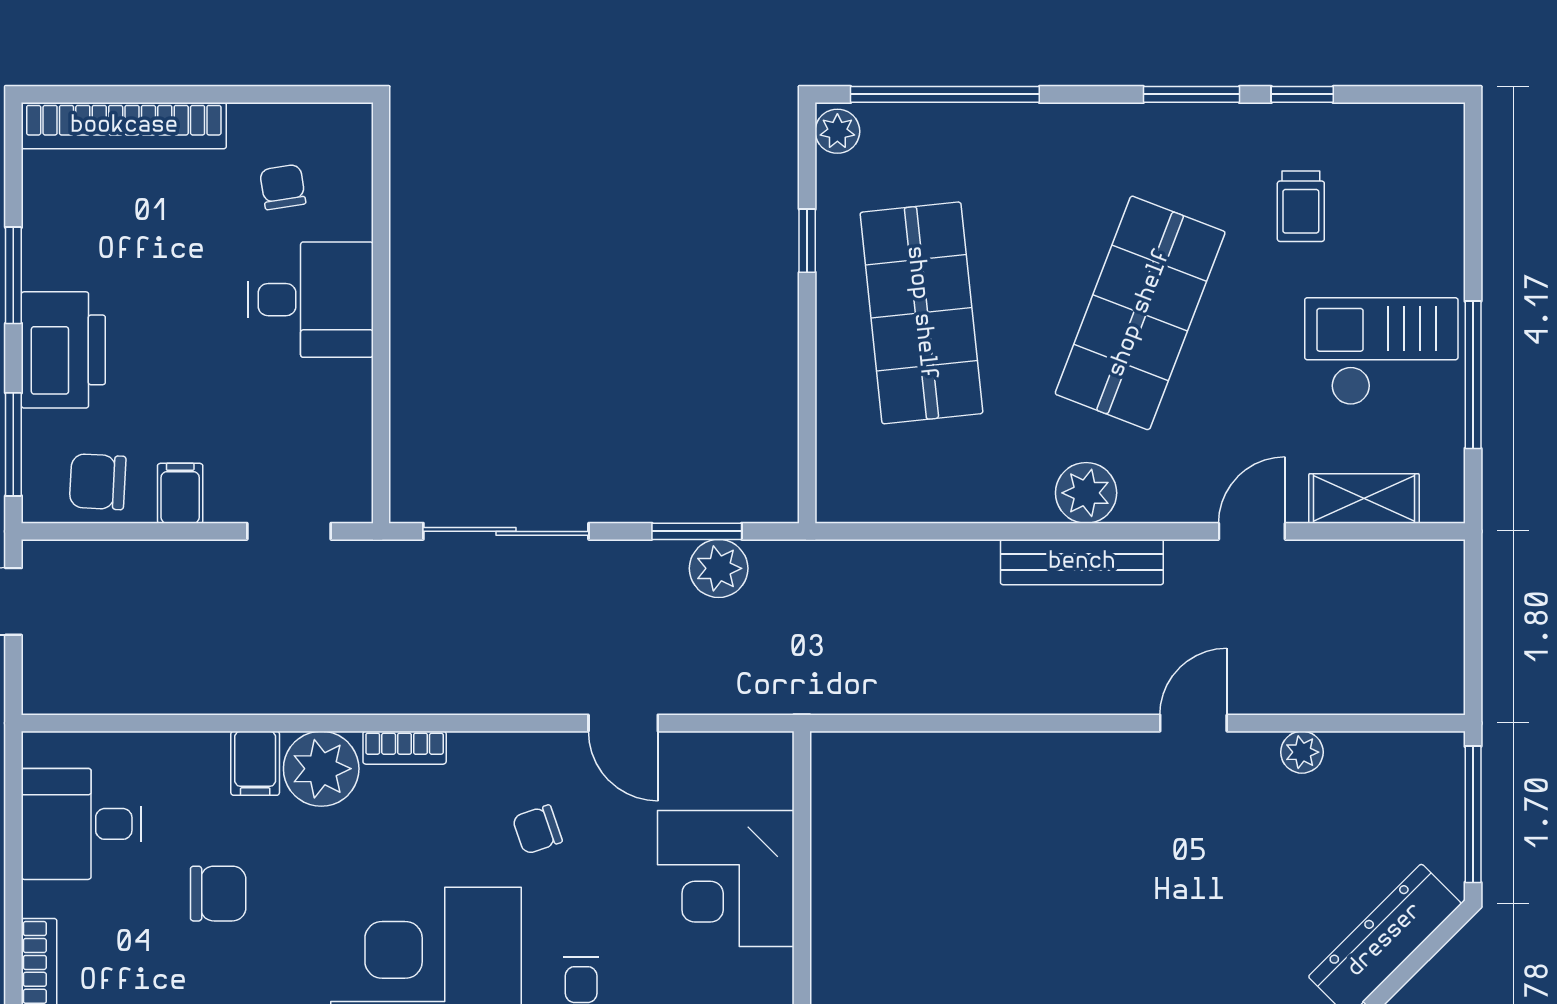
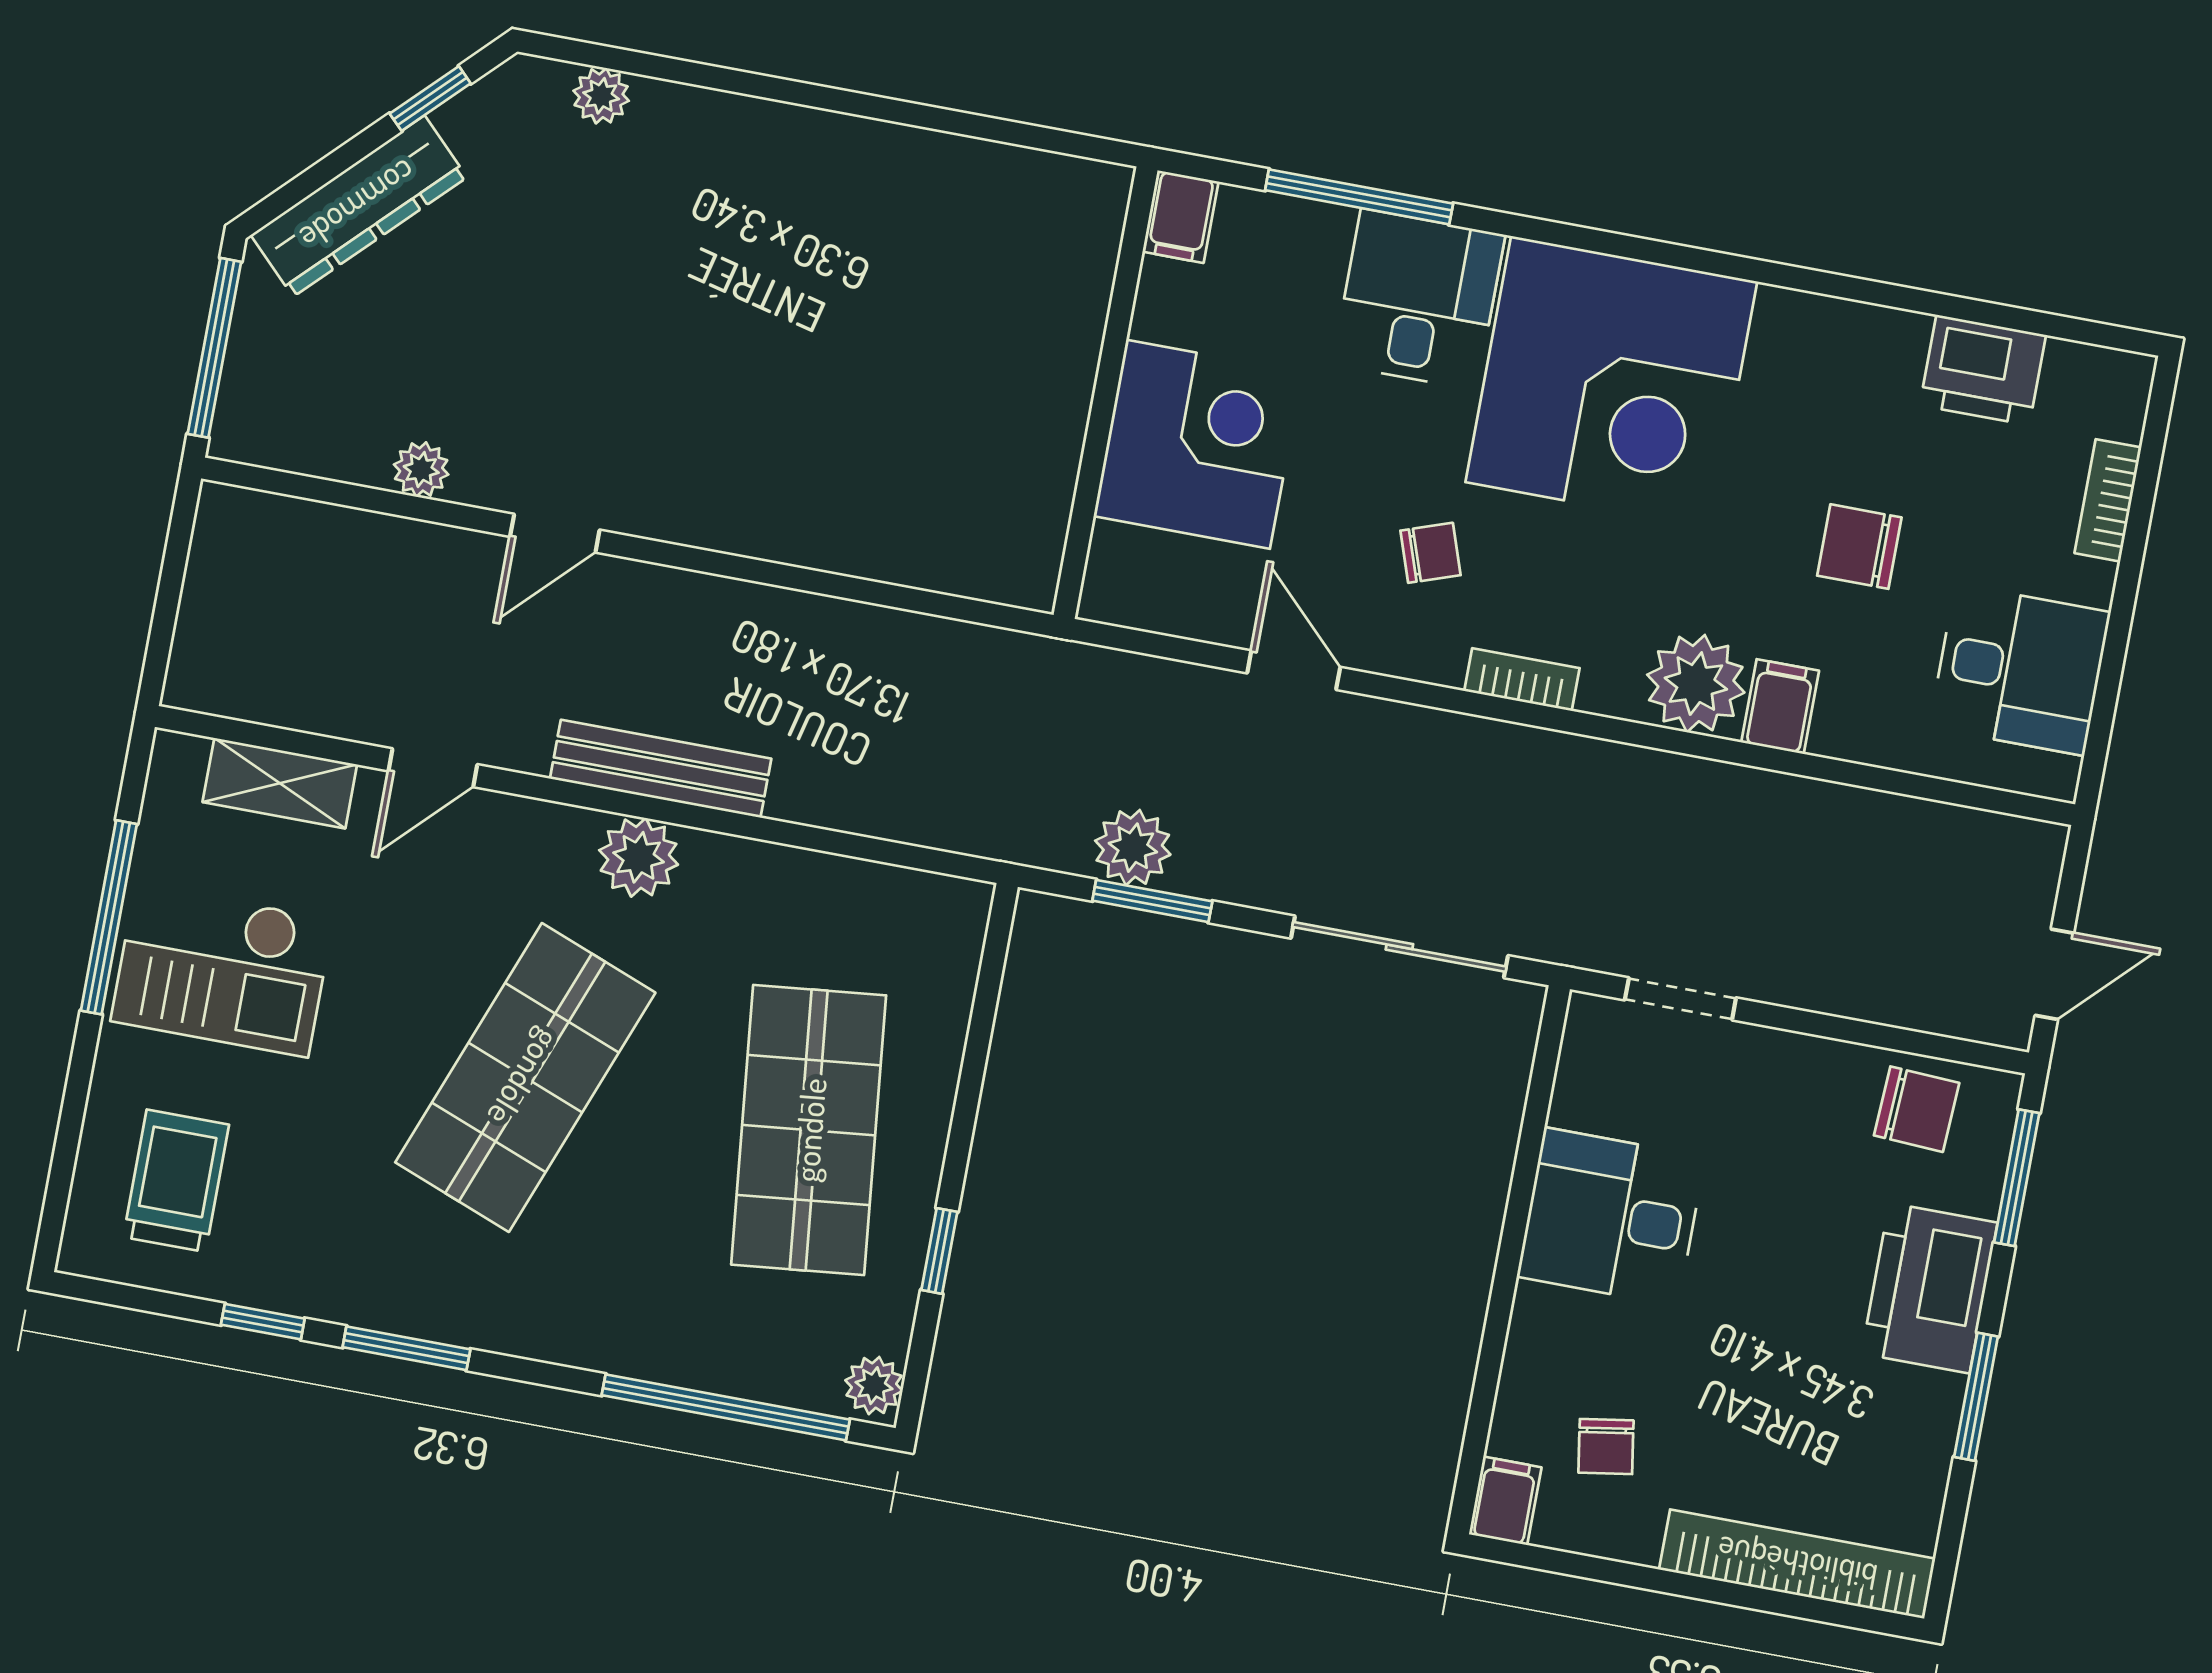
trolley: (1301, 206) -> (176, 1181), moved, width x1.36, depth x1.39
desk: (311, 300) -> (1611, 1217), moved
filing cabinet: (180, 493) -> (1505, 1501), moved, turned 180
bookcase: (405, 748) -> (1522, 680), moved

